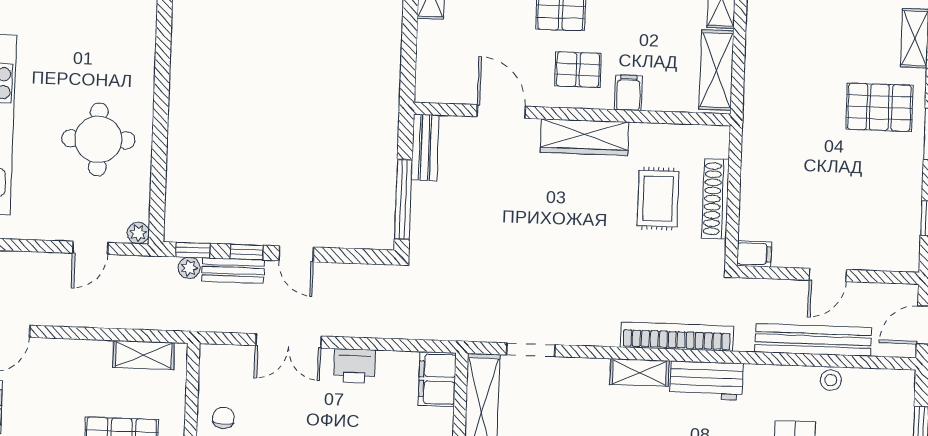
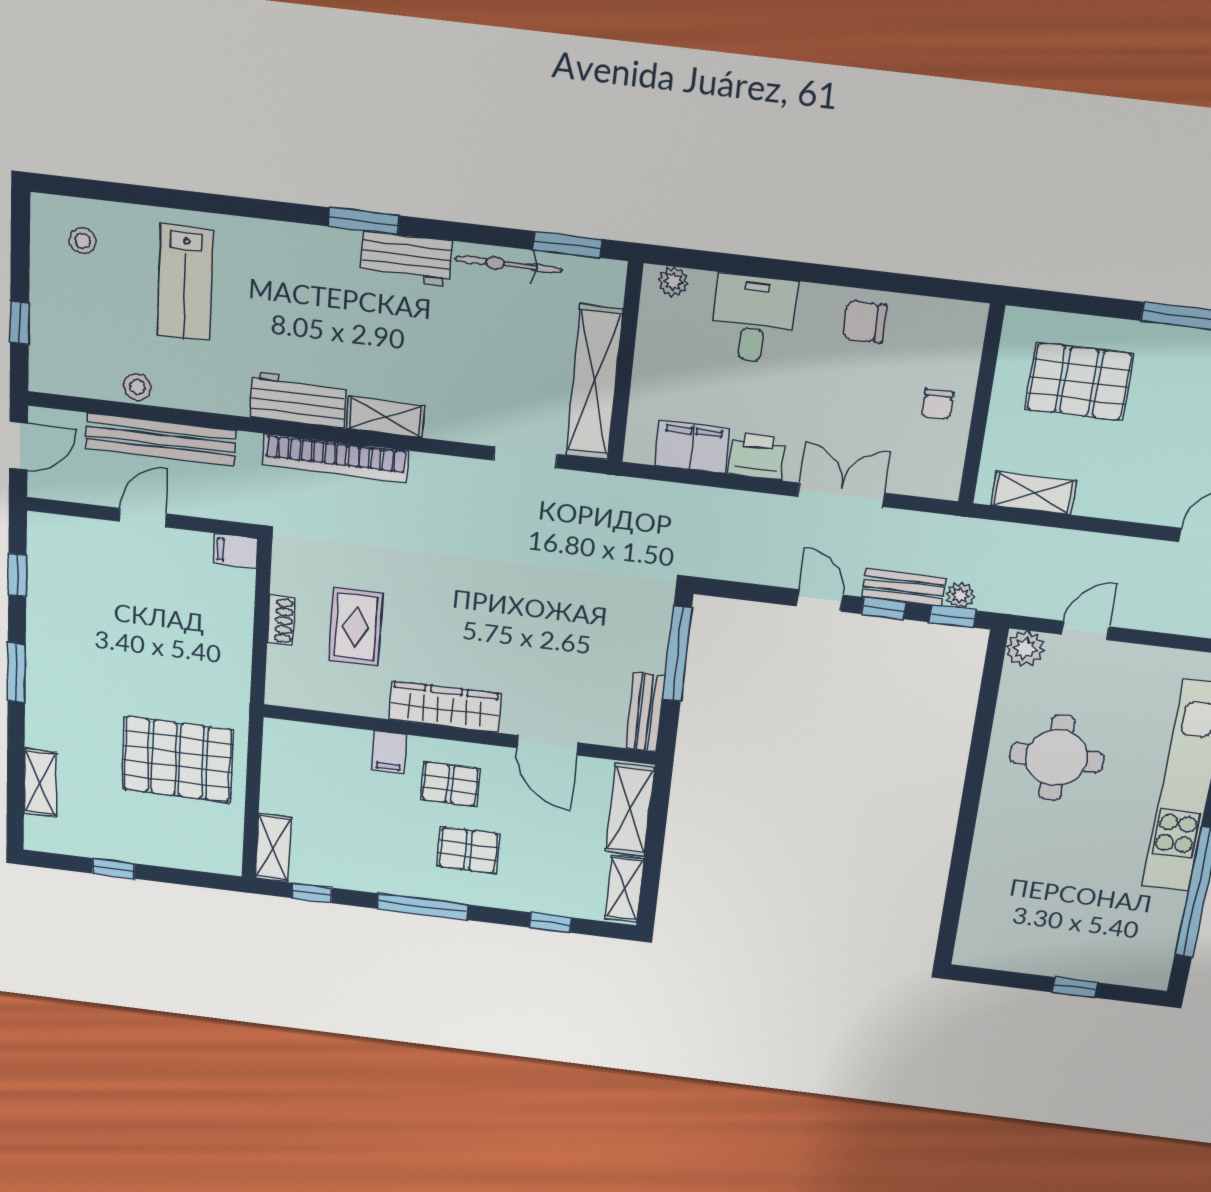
shelving: (716, 70) -> (630, 810), moved
pallet: (879, 107) -> (178, 759), moved, width x1.37, depth x1.41
shoe rack: (715, 199) -> (281, 620), width x0.51, depth x0.81
plant: (138, 233) -> (1025, 648), width x1.38, depth x1.38
filing cabinet: (437, 379) -> (692, 447), moved, turned -90

